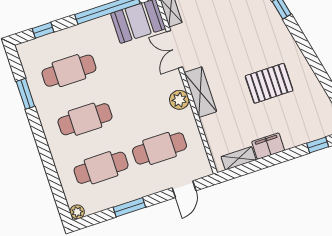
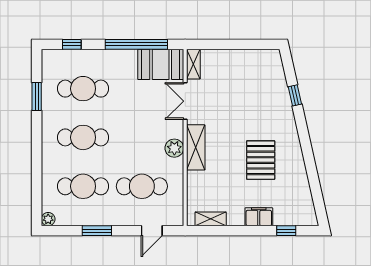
pallet: (269, 83) -> (261, 160), turned 90
filing cabinet: (268, 146) -> (259, 217), moved

